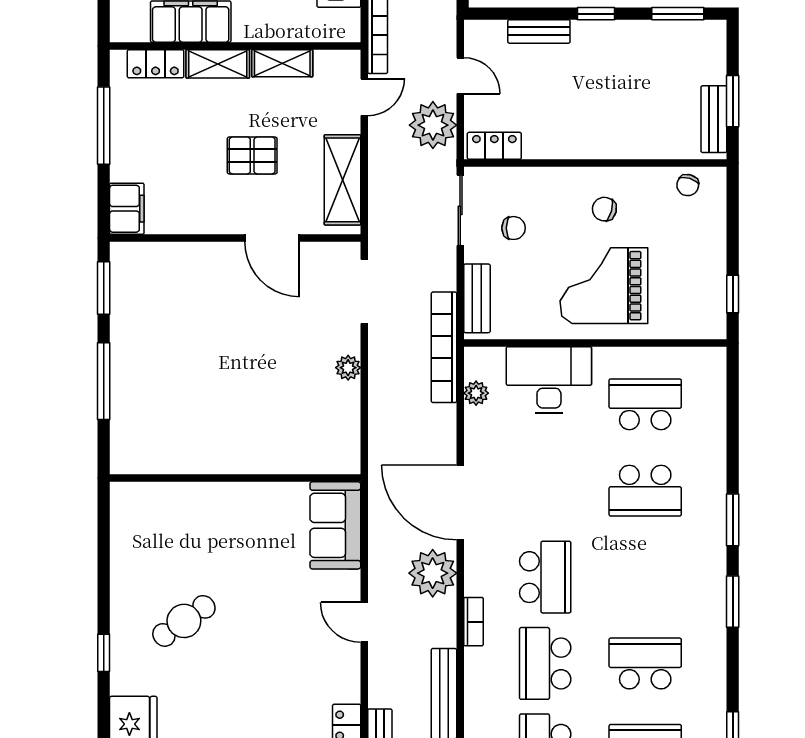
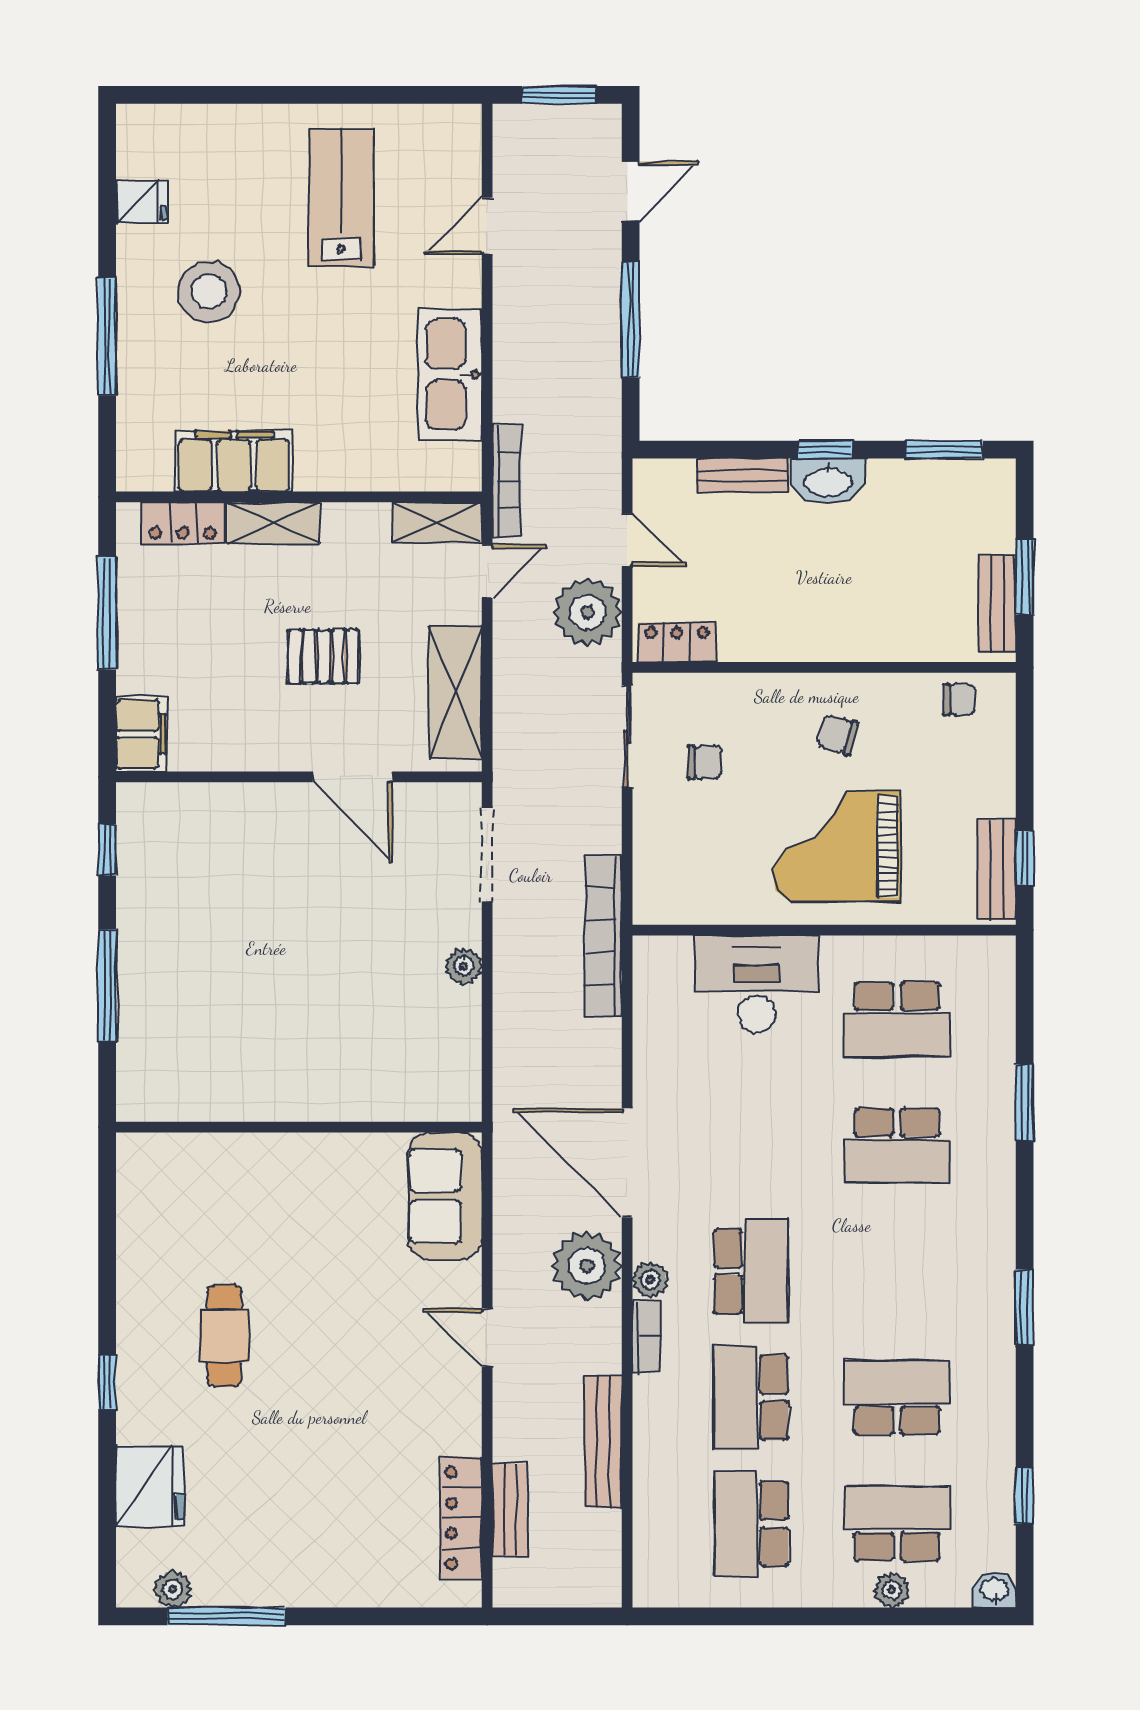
washbasin: (598, 35) -> (828, 481), added
shelving: (282, 63) -> (437, 522), moved
chair: (688, 185) -> (959, 700), turned -106
window: (104, 288) -> (107, 850), width x0.67
bench: (477, 298) -> (997, 870), moved
plant: (476, 393) -> (650, 1280), moved
school desk: (645, 404) -> (897, 1019), turned 180
window: (733, 520) -> (1025, 1102), moved
cafe table: (184, 621) -> (224, 1335), turned -55

